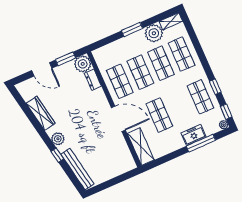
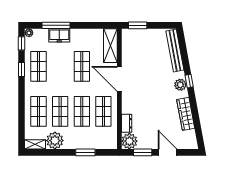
window: (132, 29) -> (85, 152), moved
window: (57, 155) -> (189, 81), moved
window: (123, 177) -> (138, 25), added

